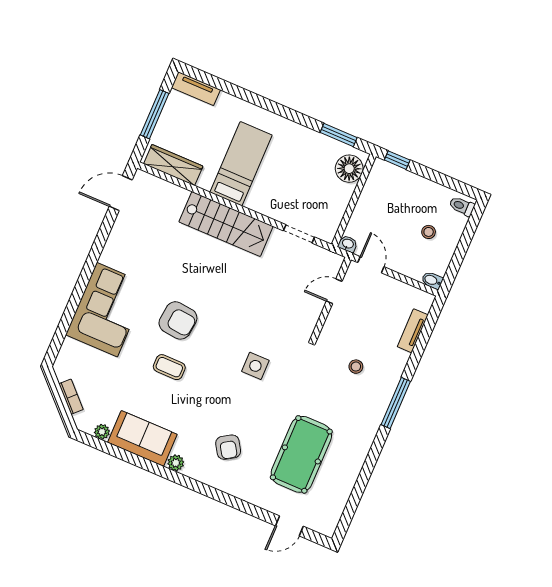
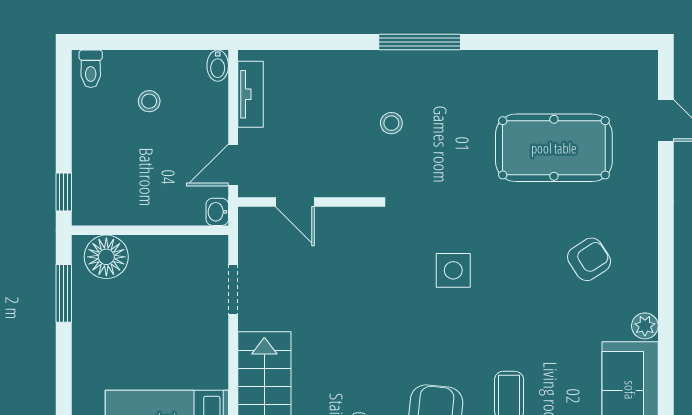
tv unit: (413, 331) -> (250, 94), moved, turned -90

